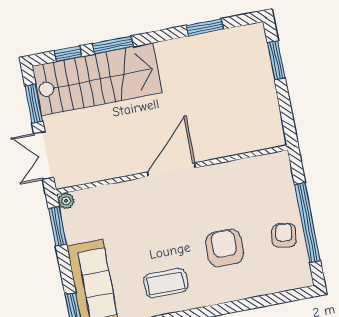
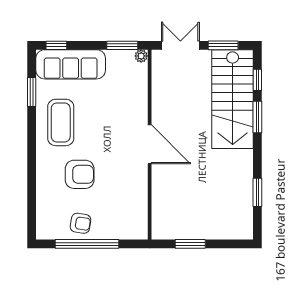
window: (276, 60) -> (190, 244), moved
coffee table: (166, 283) -> (61, 122), width x1.36, depth x1.32

